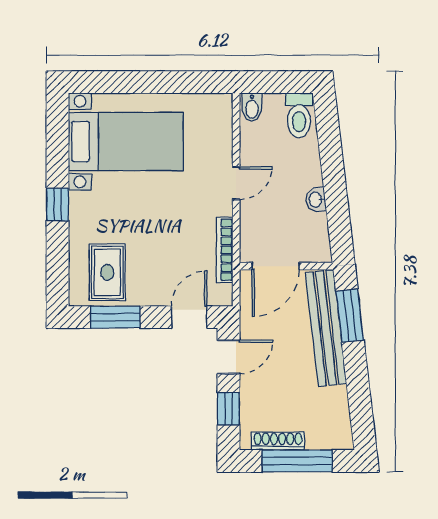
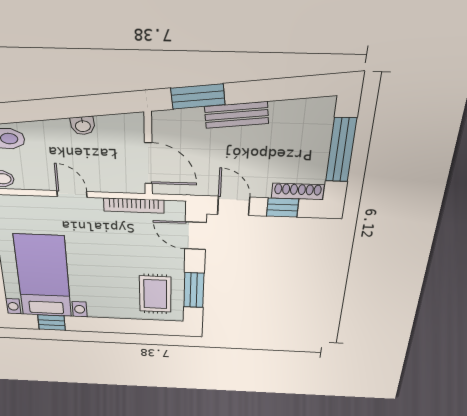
window: (58, 205) -> (52, 323), moved
rug: (107, 272) -> (155, 294), turned 90
bench: (326, 328) -> (236, 115), width x0.54, depth x0.82
shoe rack: (278, 441) -> (298, 191), moved, turned 90

